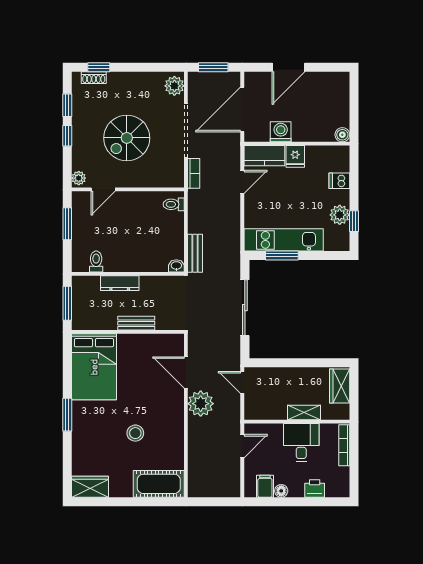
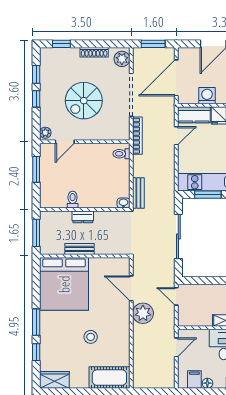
shoe rack: (94, 78) -> (94, 52), moved, width x1.43
bookcase: (194, 173) -> (137, 136), width x1.56
toilet: (96, 262) -> (73, 200), moved
dresser: (120, 283) -> (83, 217), width x0.70
bench: (136, 323) -> (79, 249), moved
bed: (94, 367) -> (64, 284), width x1.36
window: (67, 452) -> (36, 352), added

